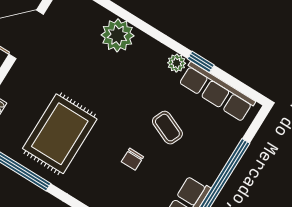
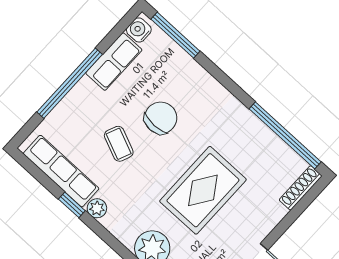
rug: (60, 134) -> (203, 190), moved
chair: (132, 159) -> (161, 118), width x1.87, depth x1.87

